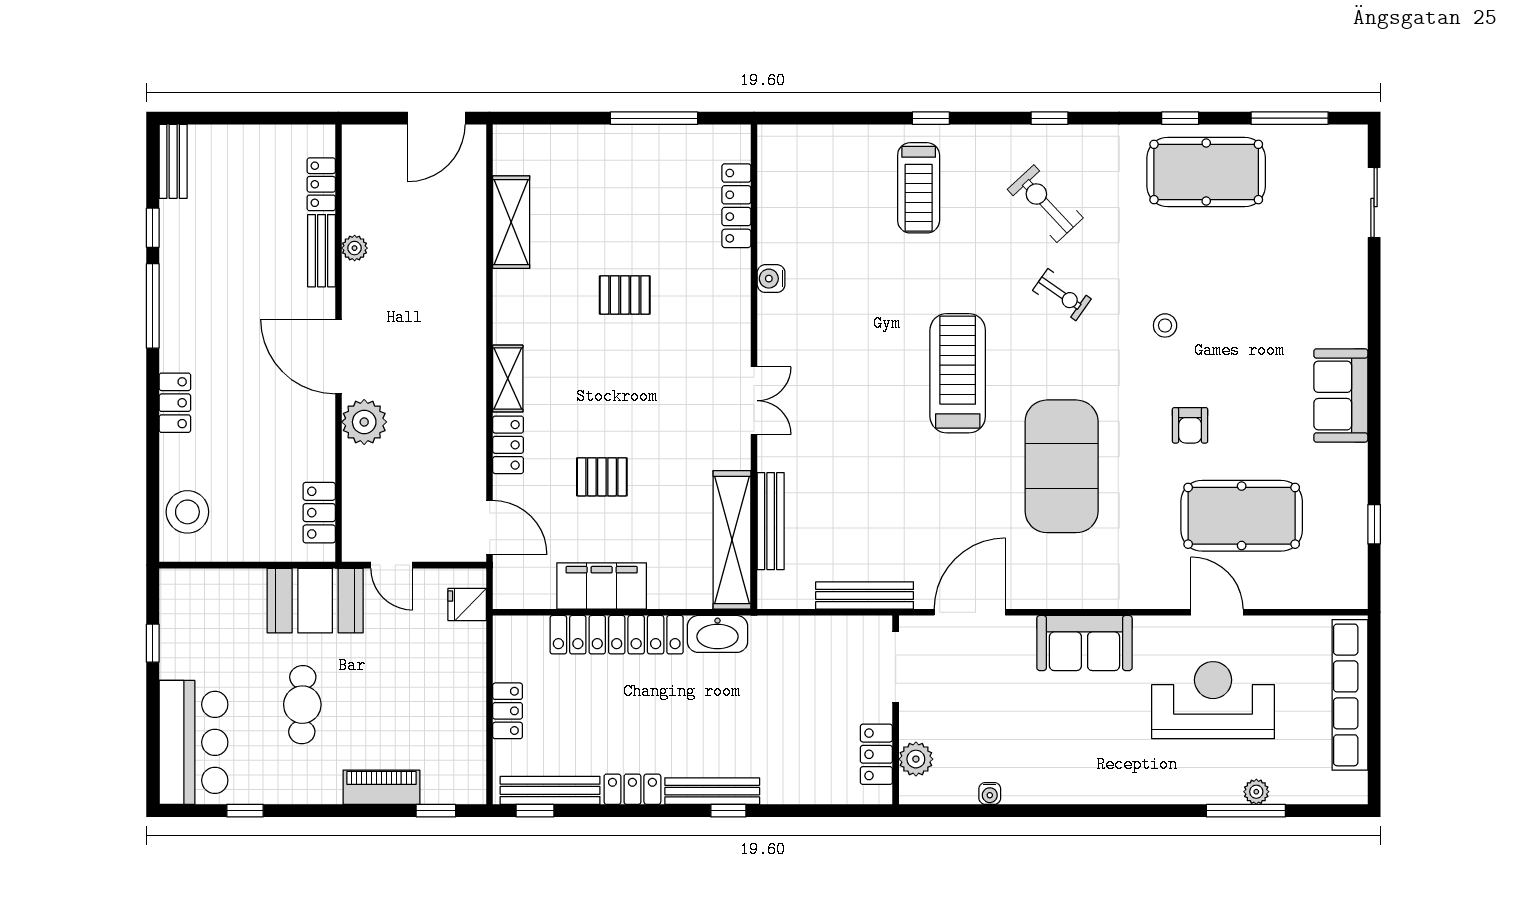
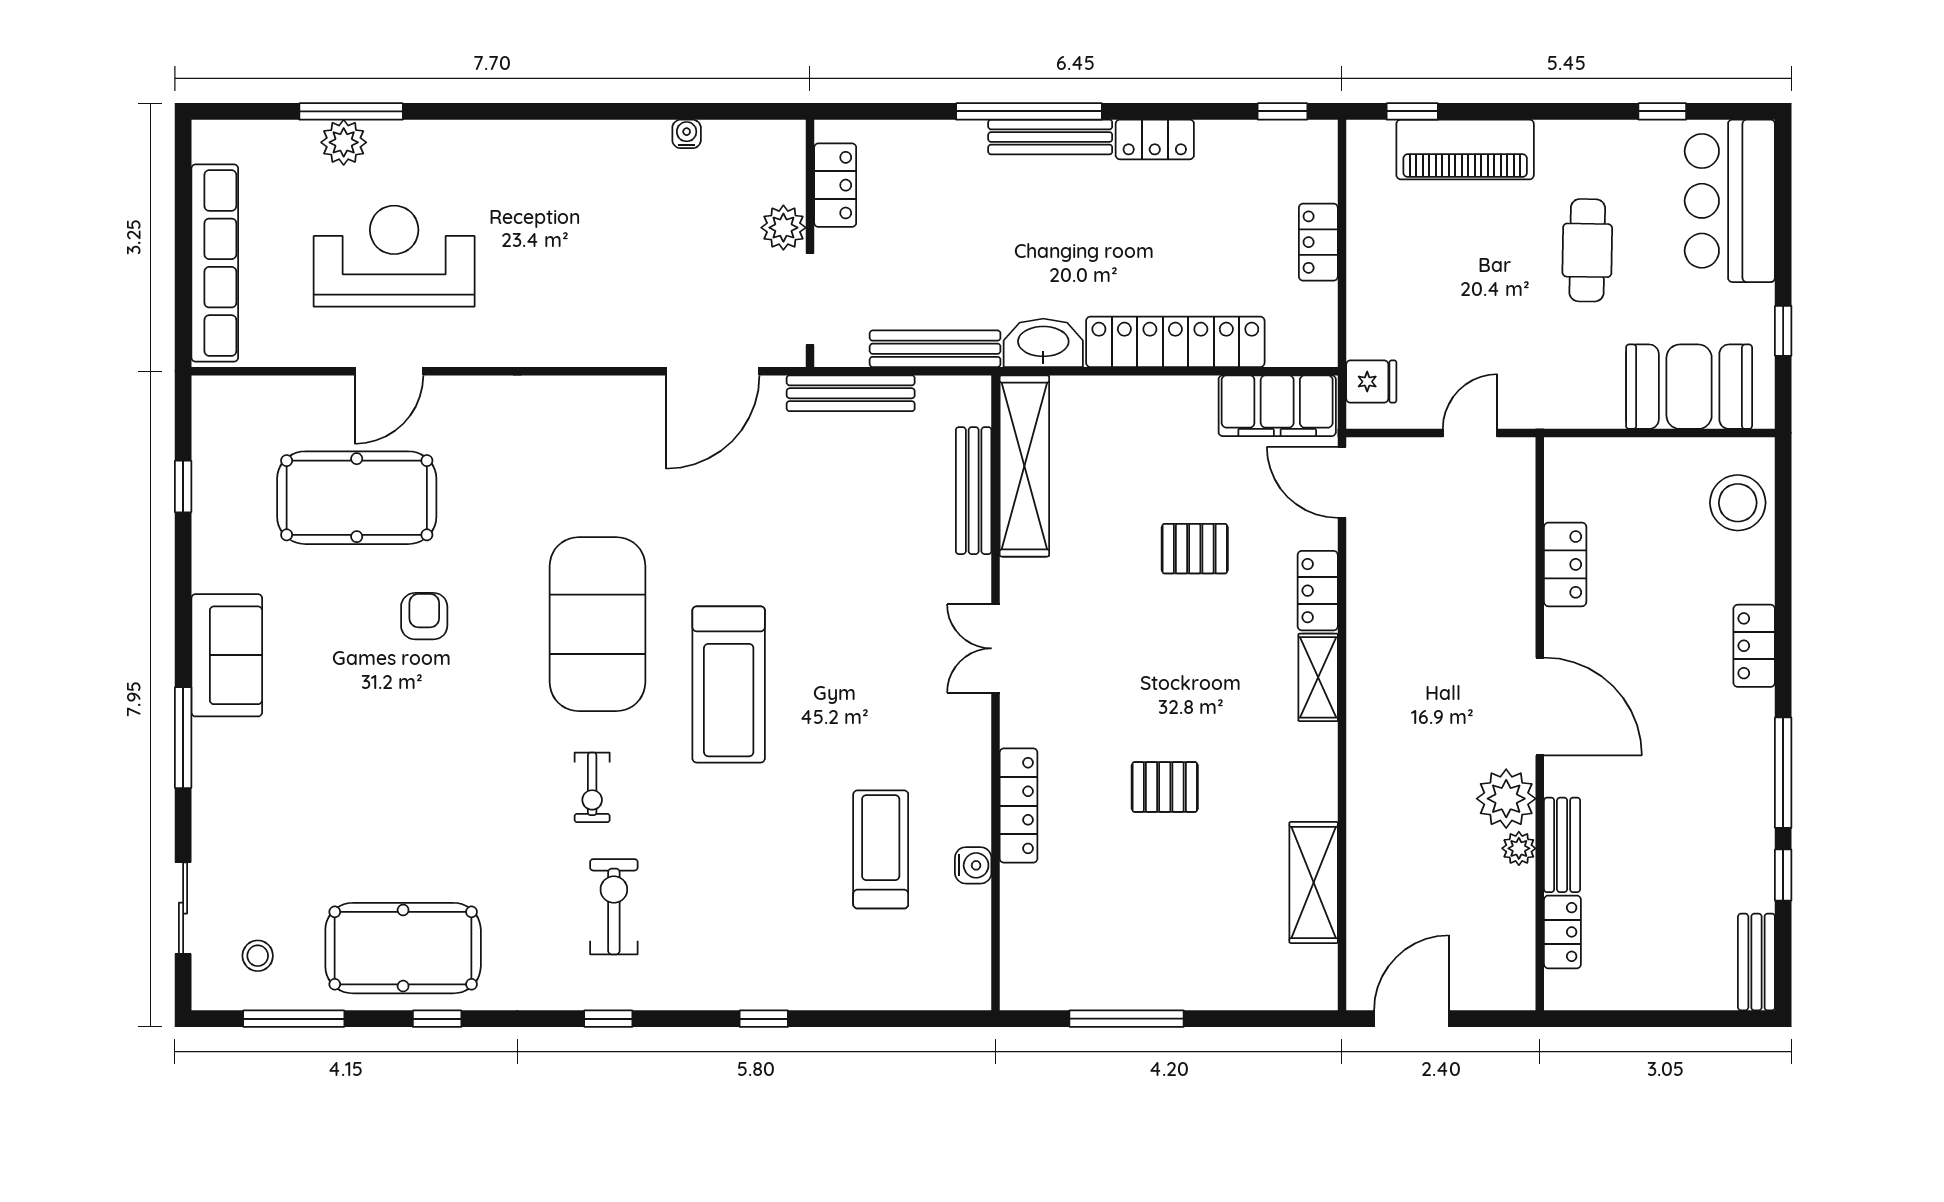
treadmill: (919, 188) -> (881, 849), moved
exercise bike: (1045, 204) -> (614, 907), turned -137
locker: (736, 206) -> (1019, 806), moved
water cooler: (771, 279) -> (973, 865), moved
exercise bike: (1062, 295) -> (592, 787), turned -125
stool: (1165, 325) -> (258, 956), moved
window: (1374, 333) -> (183, 738), added
plant: (364, 422) -> (1506, 799), moved
exercise mat: (1062, 466) -> (598, 624), moved
locker: (319, 513) -> (1565, 564), moved
door: (392, 565) -> (1470, 433), hinge flipped
filing cabinet: (602, 586) -> (1277, 406), moved
booth: (315, 601) -> (1689, 387), moved
door: (1217, 612) -> (389, 371), hinge flipped
sofa: (1084, 643) -> (563, 331), removed
reception desk: (1213, 700) -> (394, 256), turned 180
plant: (916, 759) -> (783, 228), moved
piano: (381, 787) -> (1465, 149), width x1.37, depth x1.33
bench: (550, 790) -> (935, 349), moved
plant: (1256, 792) -> (344, 142), width x1.38, depth x1.38
window: (728, 811) -> (1029, 111), width x3.17

